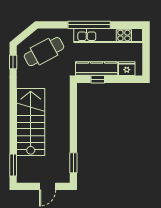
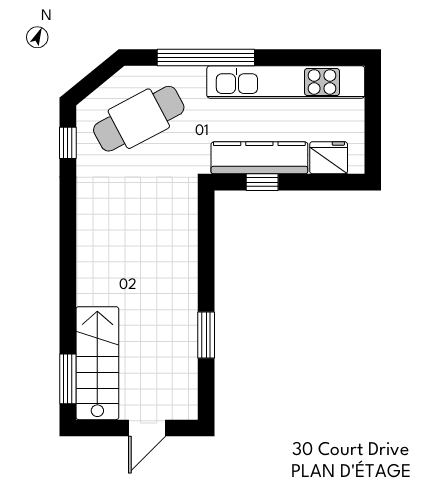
window: (89, 25) -> (206, 58), moved
stairs: (31, 122) -> (97, 363), moved, width x0.73, depth x0.66
window: (73, 163) -> (206, 335), moved

